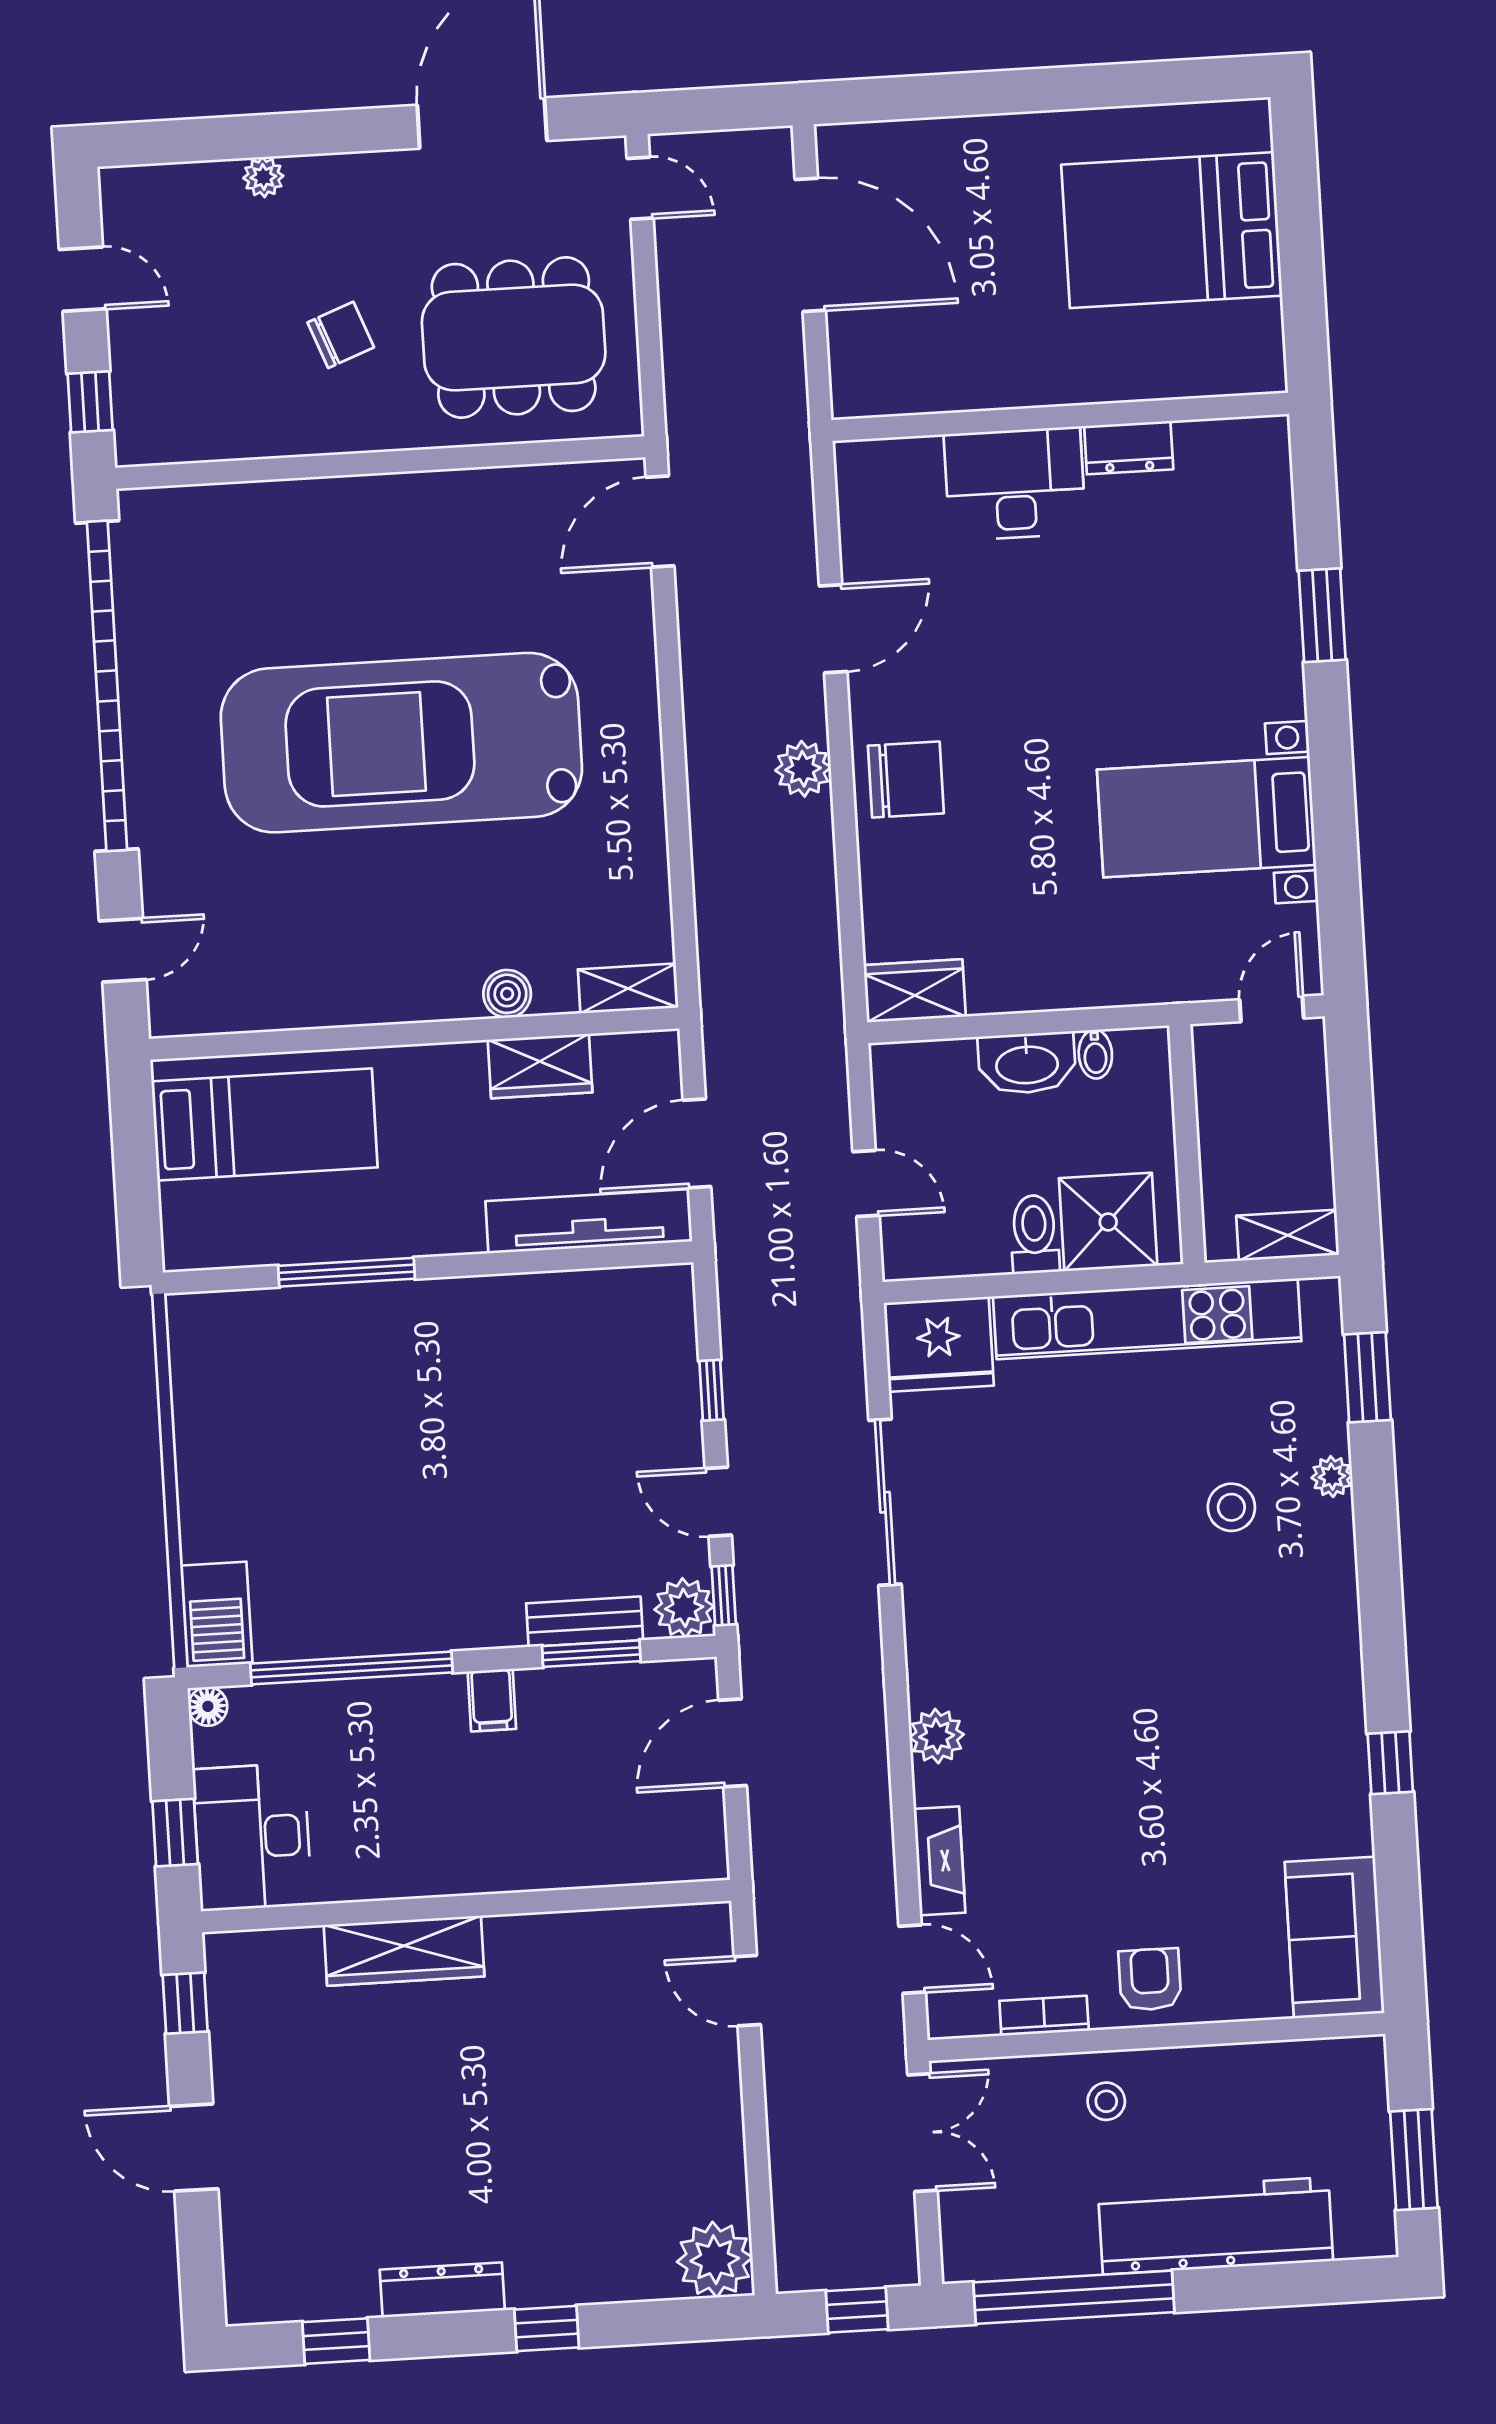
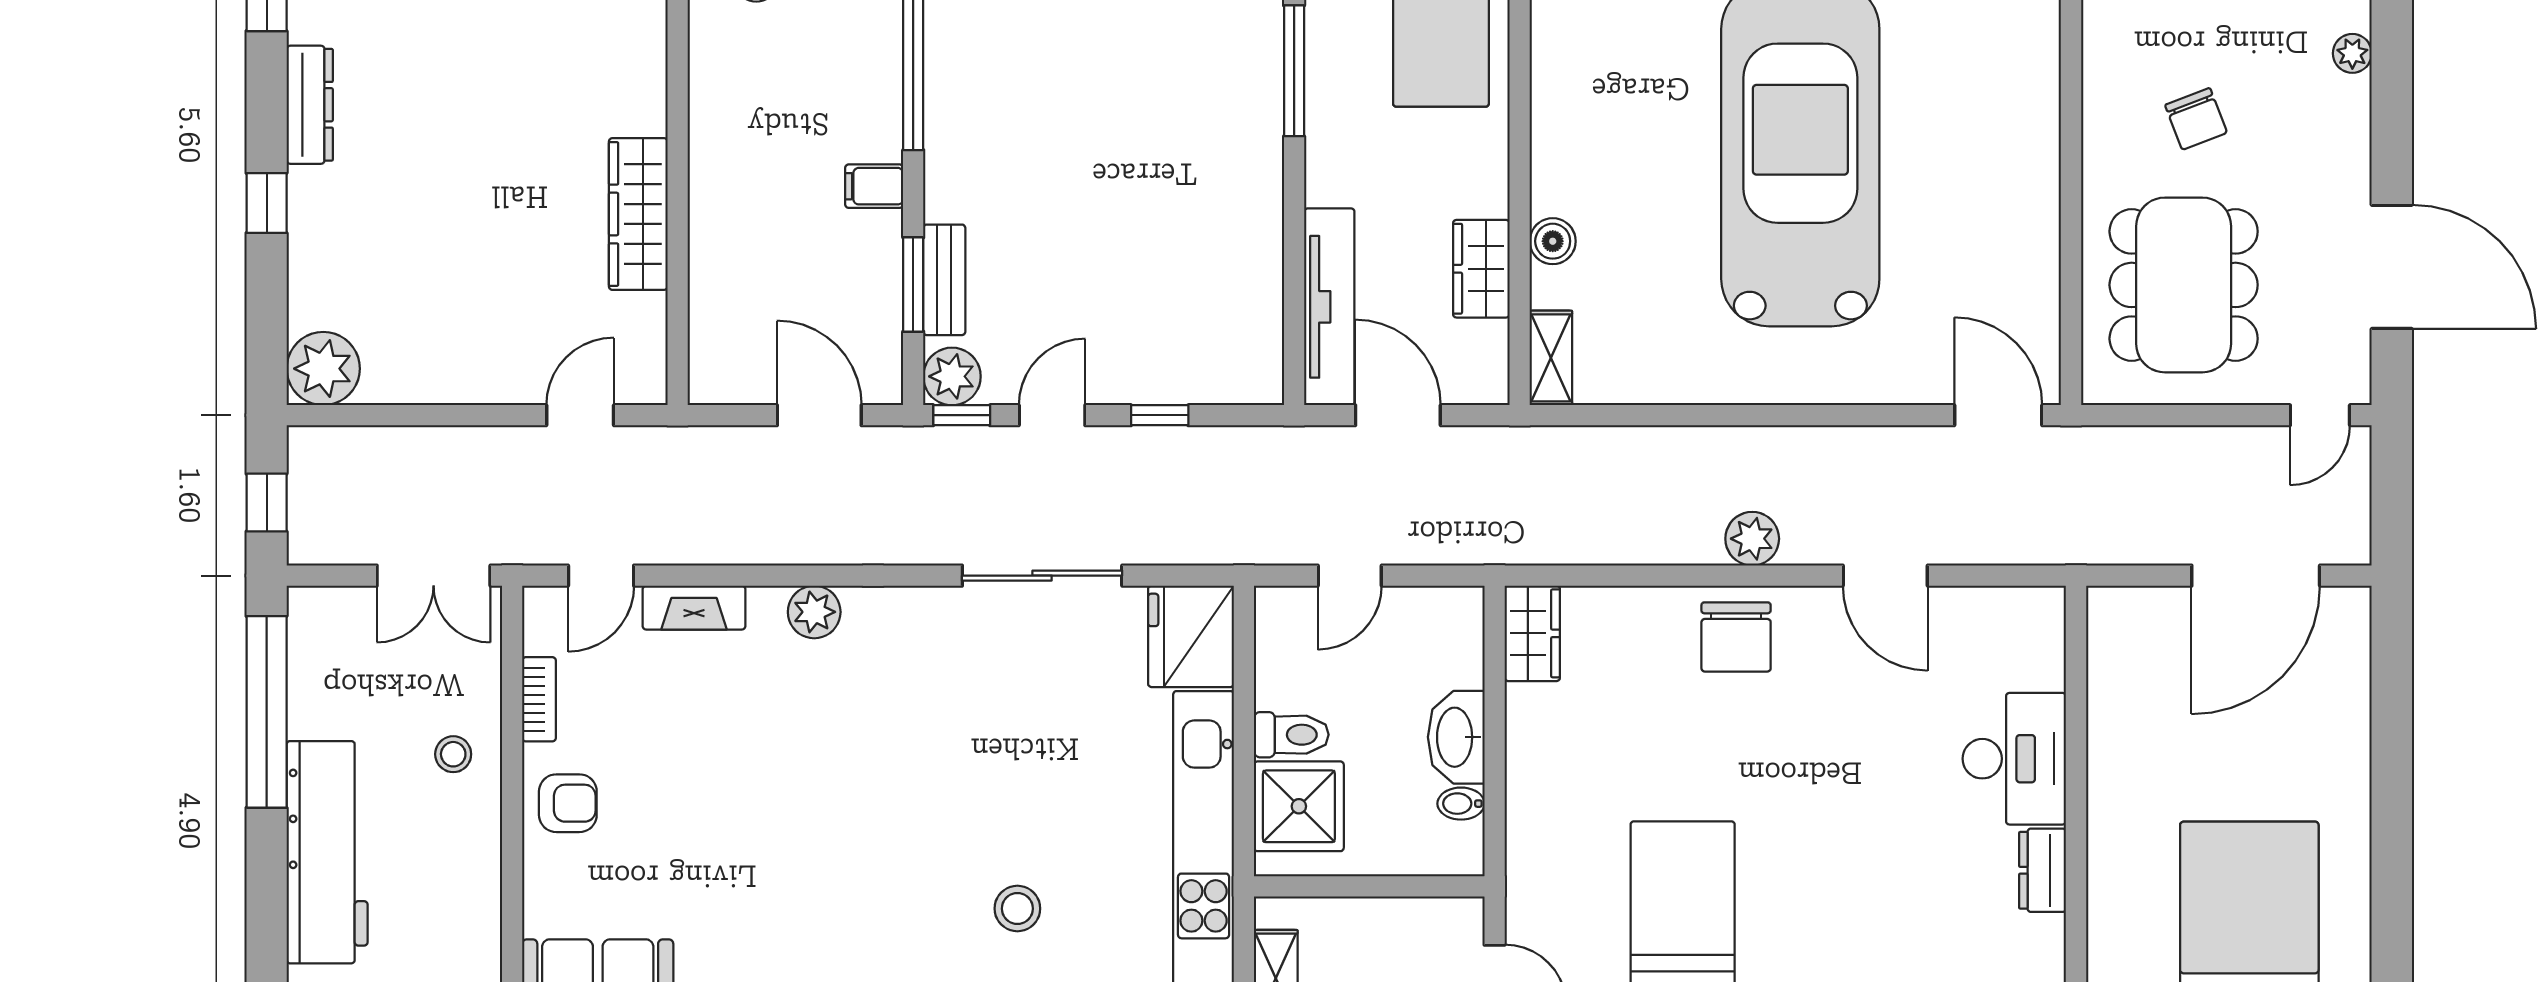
wardrobe: (404, 1951) -> (638, 214), moved

